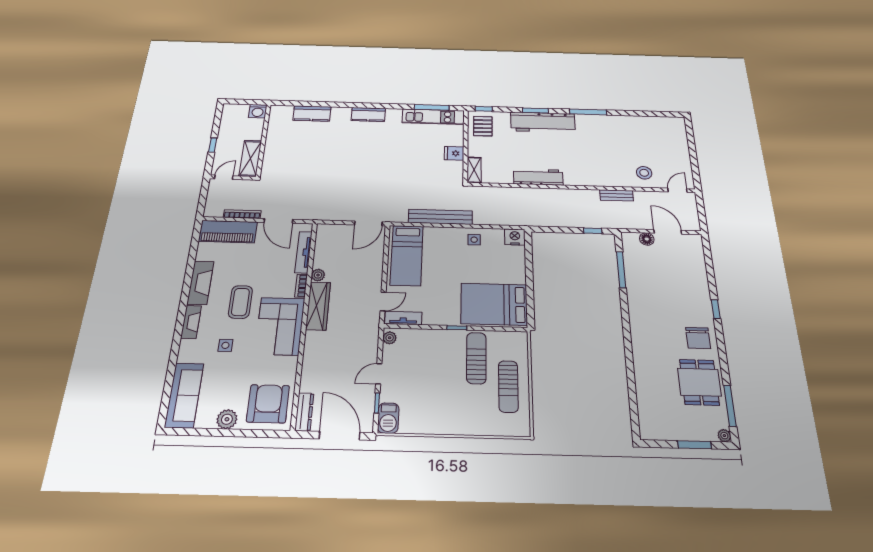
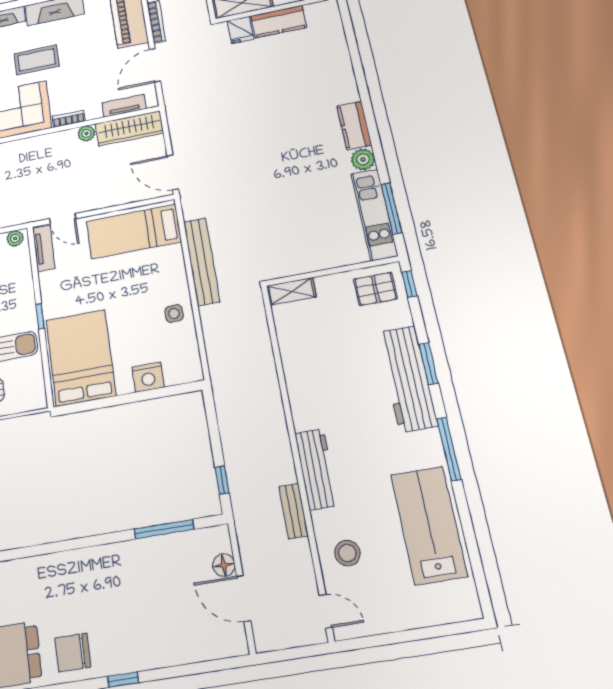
kitchen counter: (312, 113) -> (279, 22), moved, turned -90
plant: (394, 115) -> (363, 159), added
lab bench: (631, 131) -> (429, 525), added
fridge: (454, 153) -> (240, 30), moved, turned 180
workbench: (538, 177) -> (316, 469), moved
door: (668, 232) -> (244, 598), swing flipped
nightstand: (515, 237) -> (148, 377), moved, turned 90
tv unit: (303, 252) -> (124, 106), width x0.71
wardrobe: (318, 306) -> (129, 128), moved

